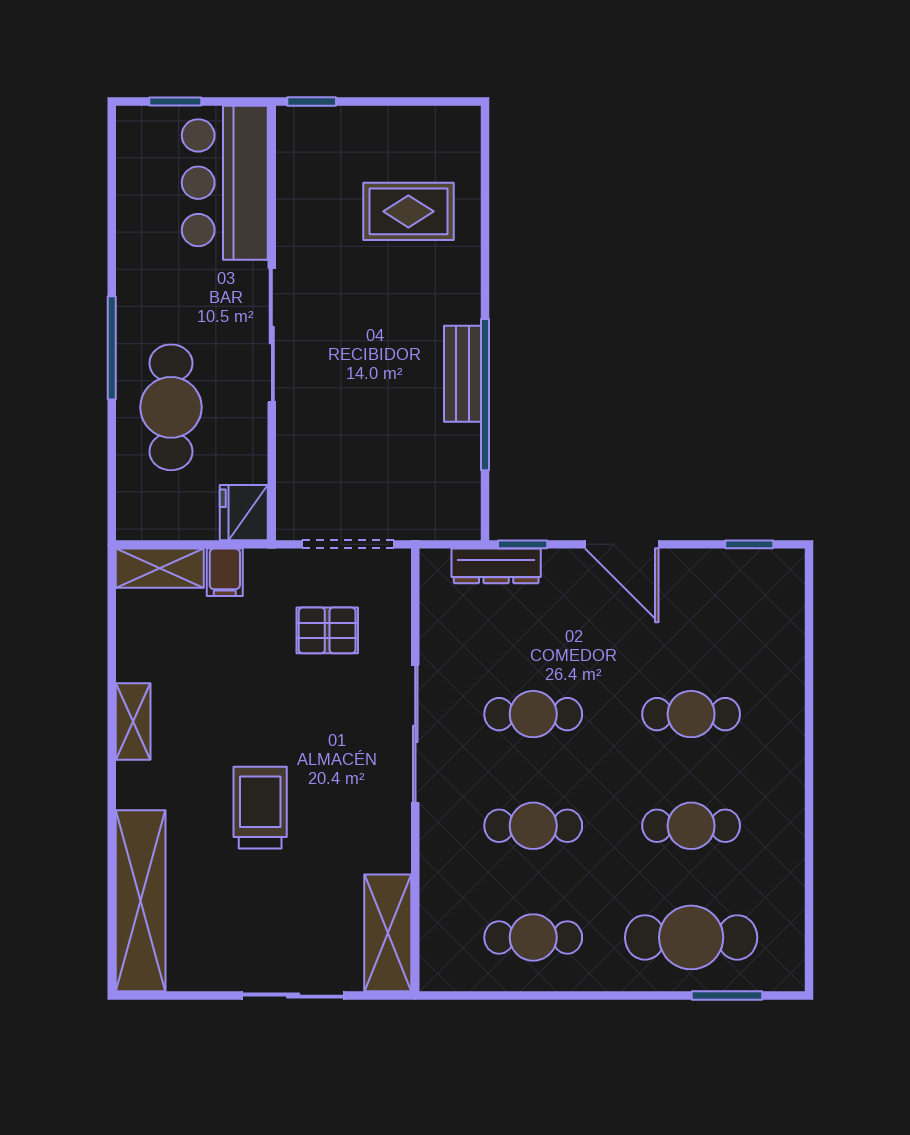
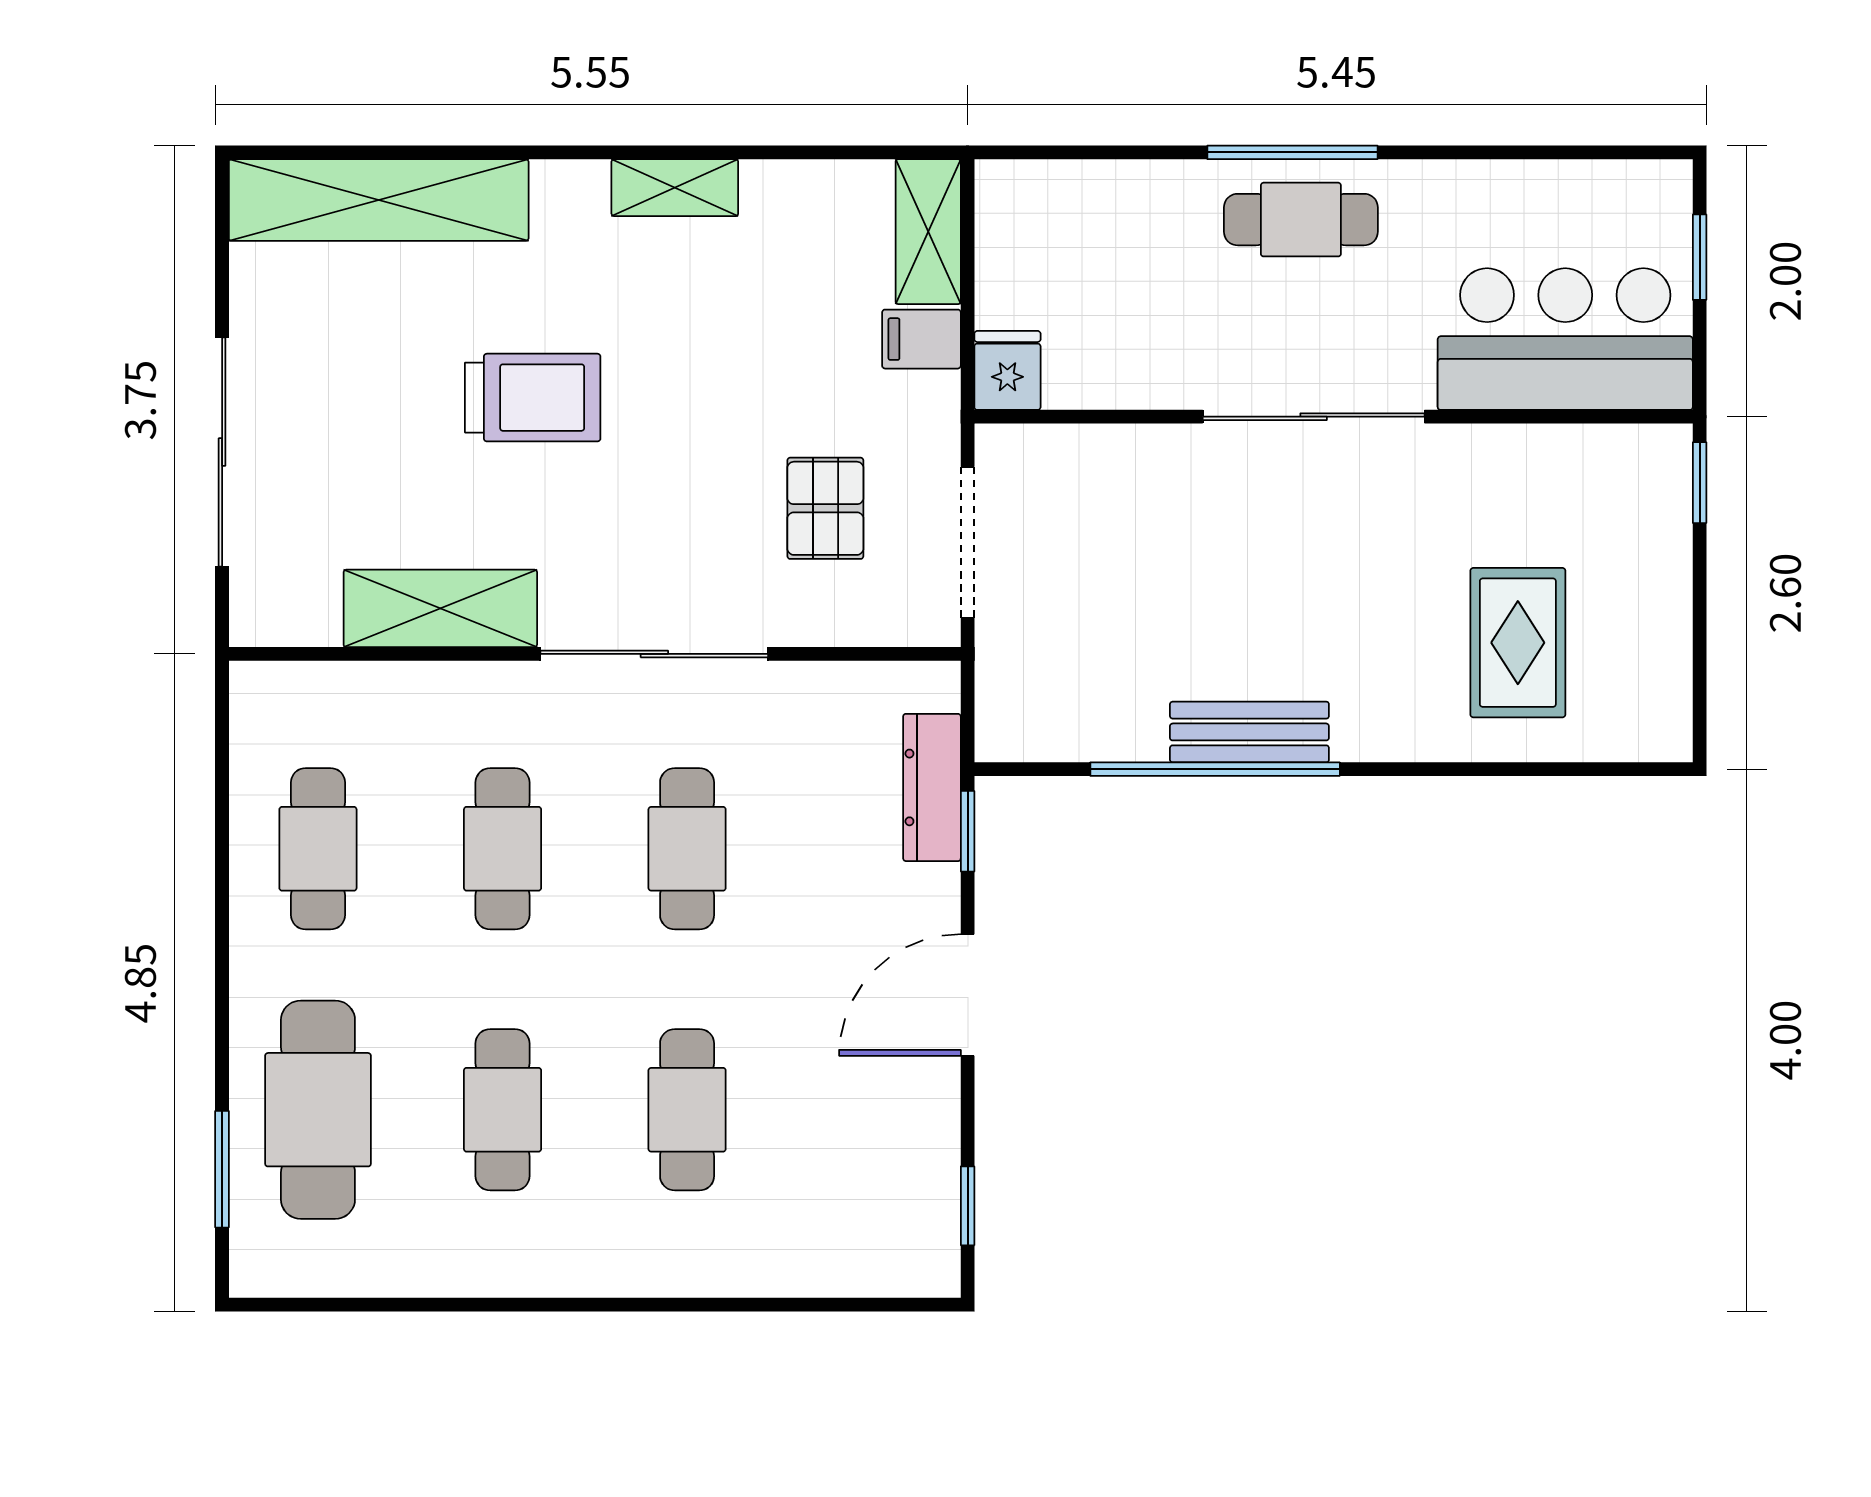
cafe table: (171, 407) -> (1301, 220), moved, width x0.73, depth x0.74
fridge: (244, 513) -> (1007, 370), width x0.72
shelving: (388, 933) -> (440, 608), moved
sliding door: (293, 996) -> (222, 452), width x1.37

